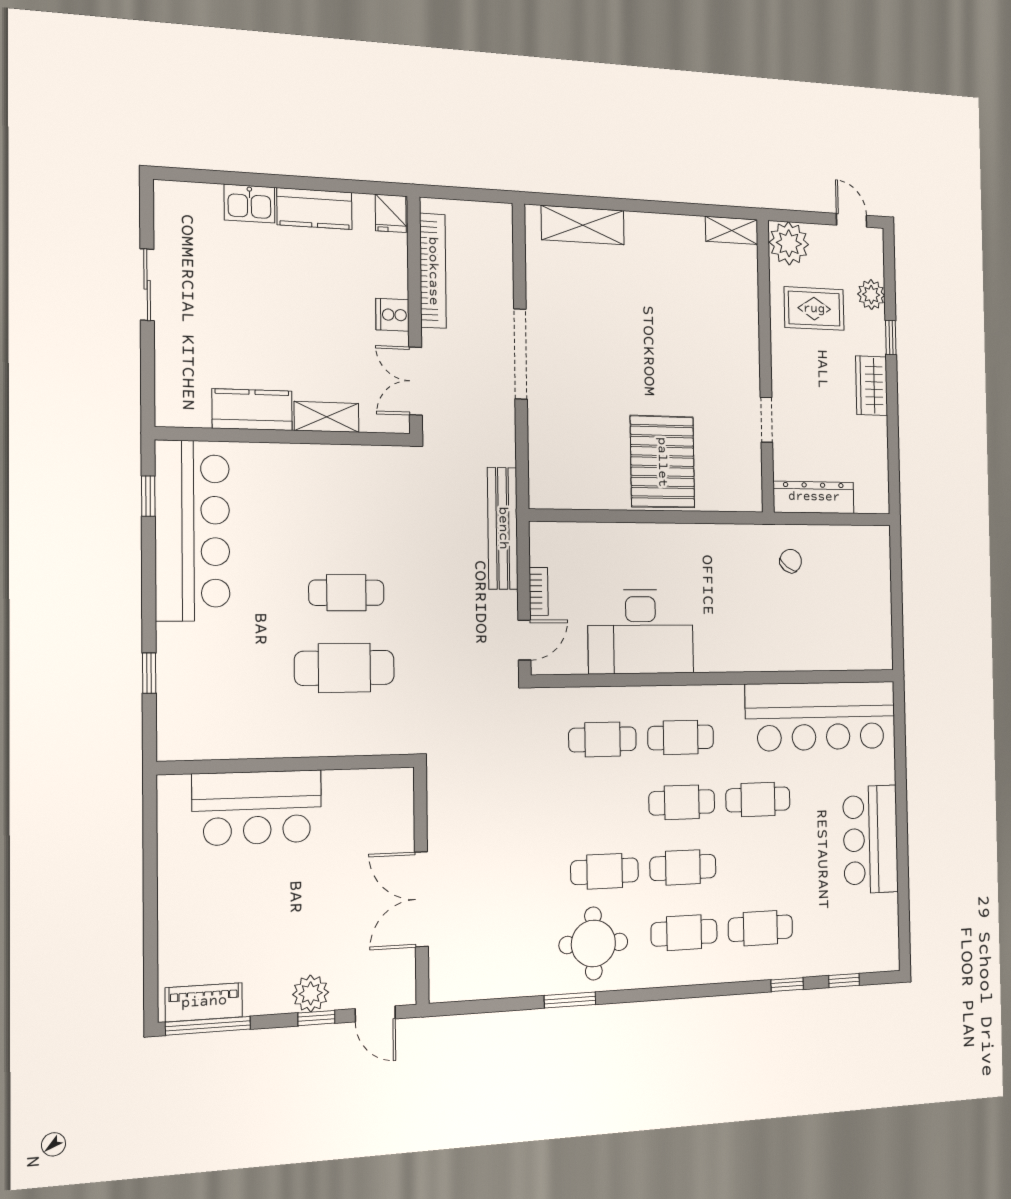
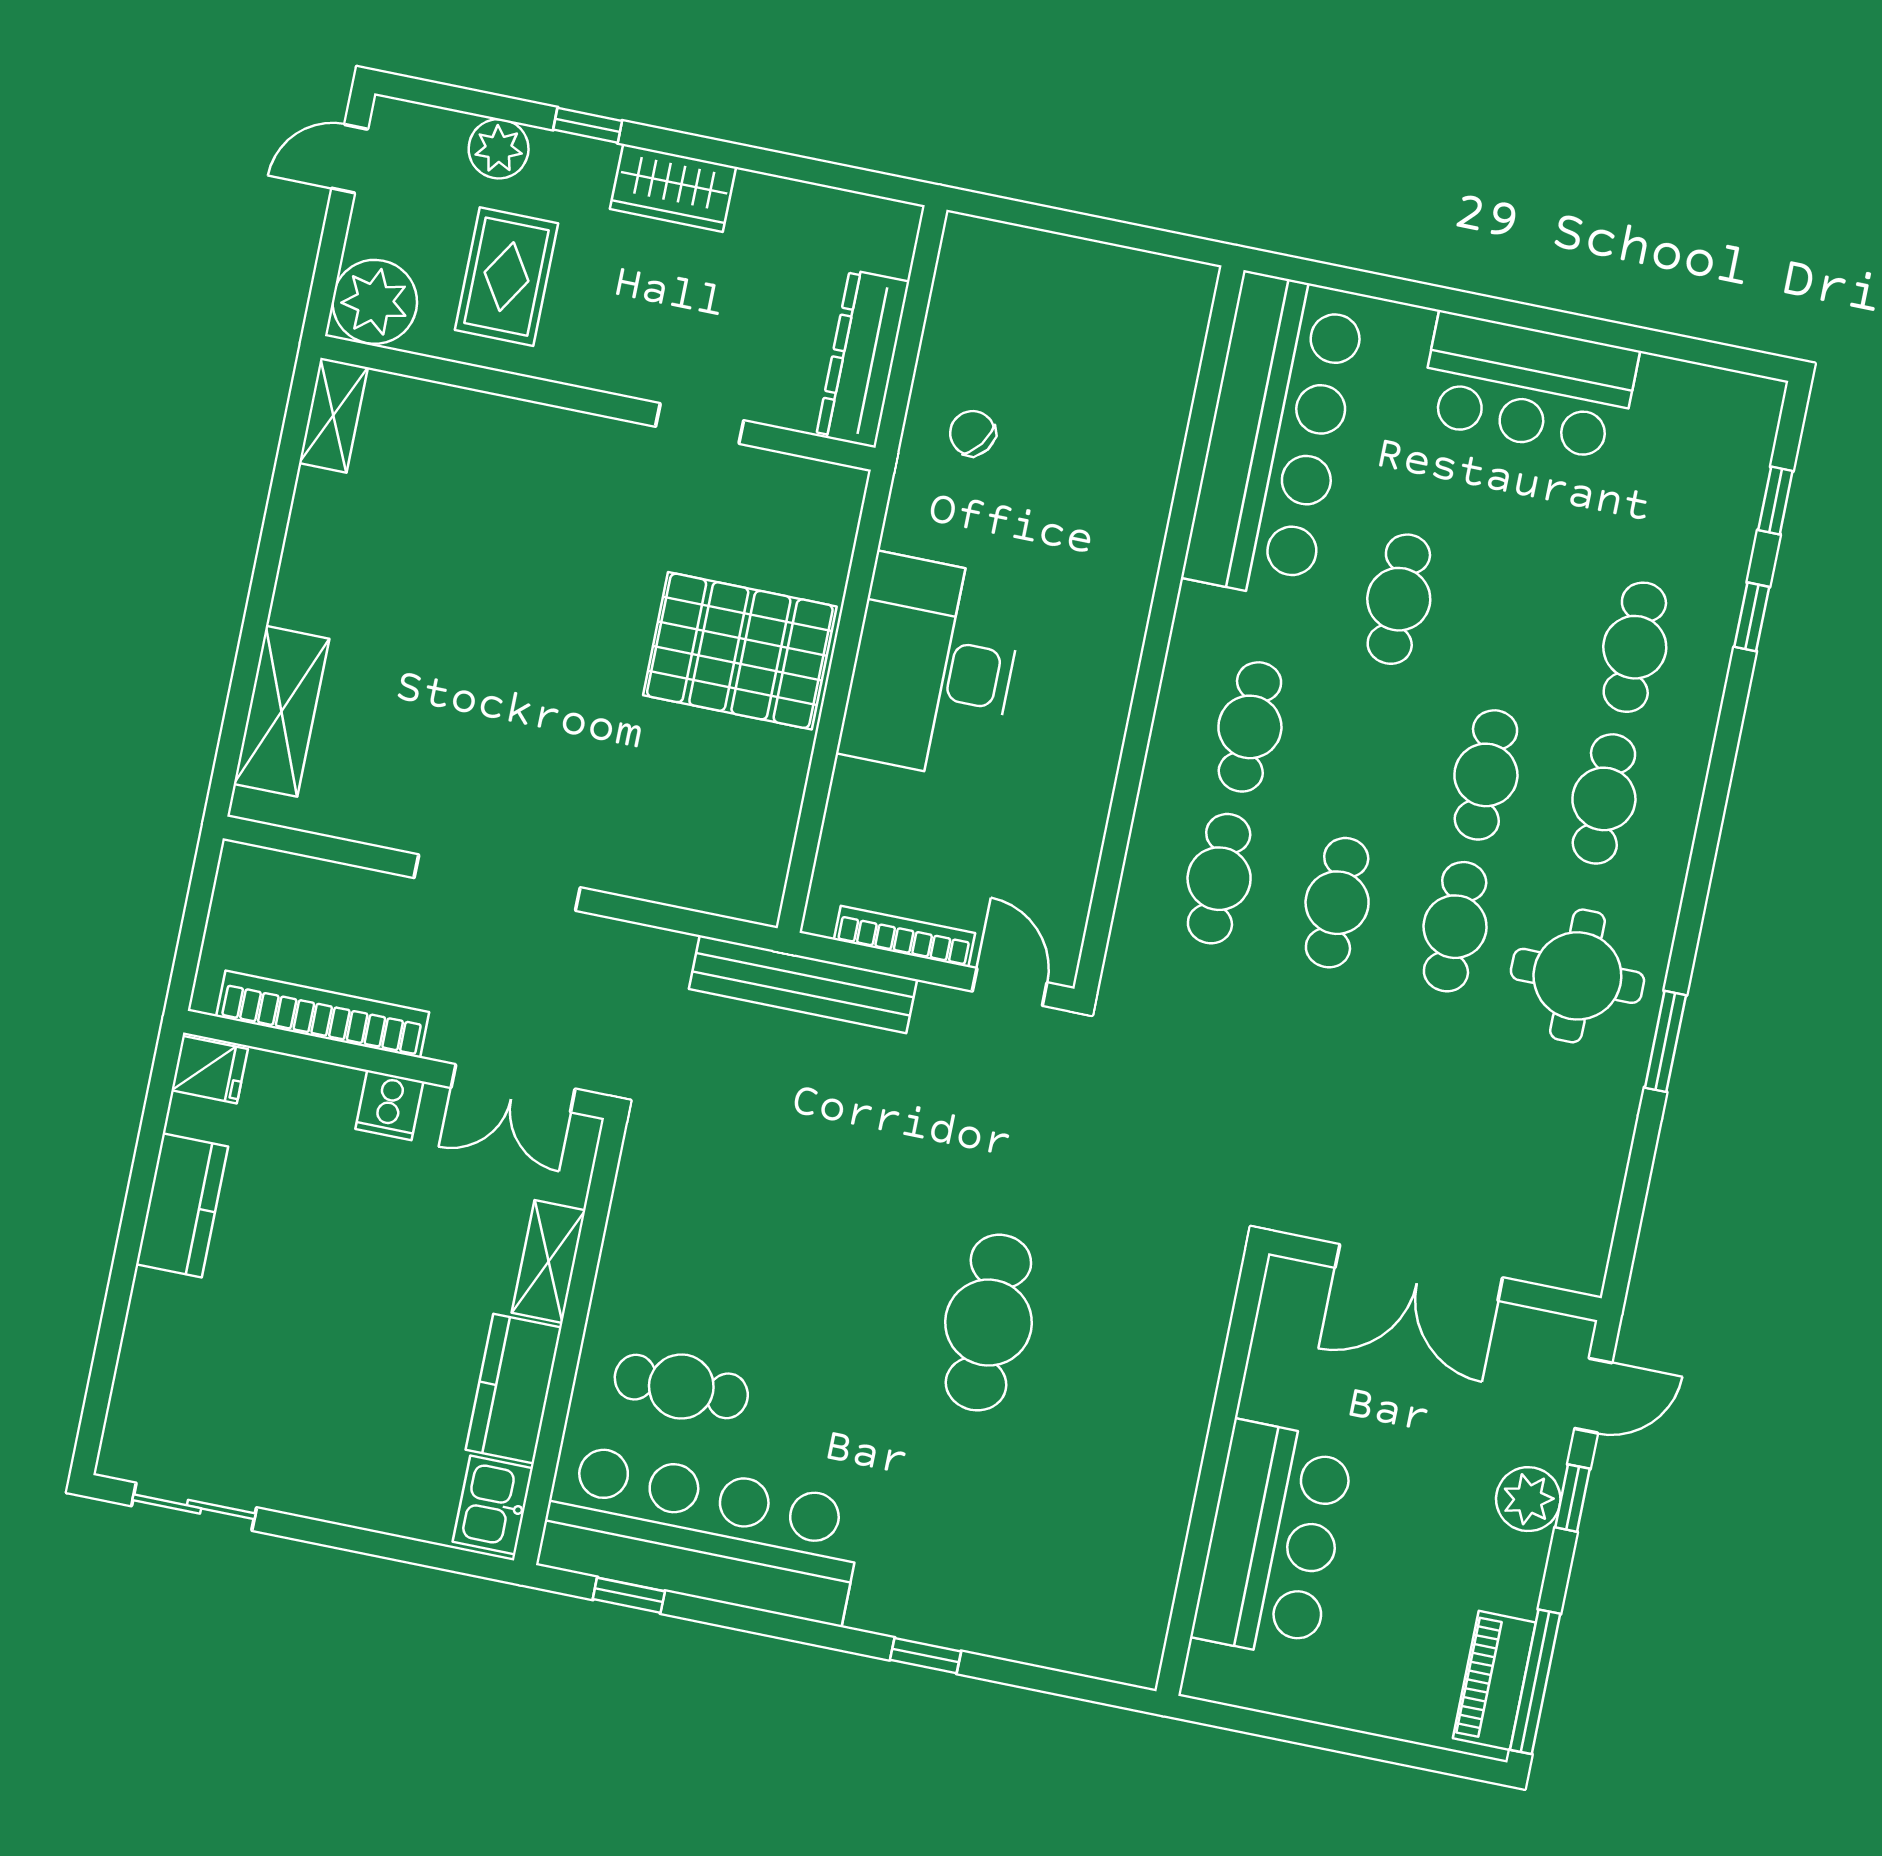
kitchen sink: (249, 204) -> (493, 1505), moved, turned 180
sliding door: (147, 285) -> (194, 1507), moved
bookcase: (539, 591) -> (904, 936), width x1.56
cafe table: (346, 593) -> (681, 1387), moved, turned 90
desk: (641, 632) -> (933, 667), moved, turned 180
wall: (288, 764) -> (1212, 1472), moved
cafe table: (682, 802) -> (1337, 903), moved
bar counter: (257, 808) -> (1273, 1540), moved

